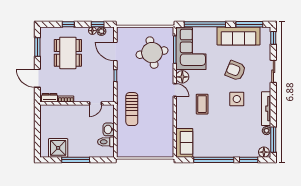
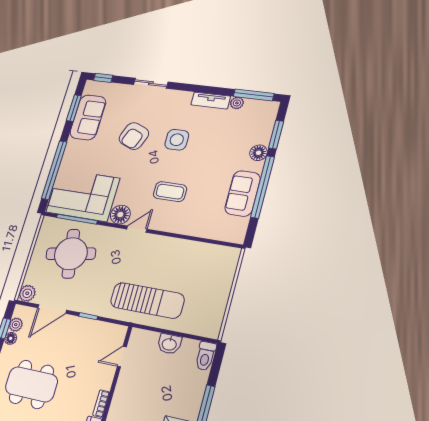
window: (249, 24) -> (74, 108), width x0.69
plant: (122, 32) -> (27, 293), added
sofa: (238, 36) -> (88, 117), width x0.73
door: (96, 103) -> (122, 357), swing flipped
sun lounger: (132, 109) -> (147, 300), width x1.36, depth x1.34
tv unit: (266, 109) -> (211, 101), width x0.71
toilet: (106, 142) -> (205, 356), moved
sofa: (184, 143) -> (243, 193), moved, turned -90
floor lamp: (264, 152) -> (258, 153), moved

